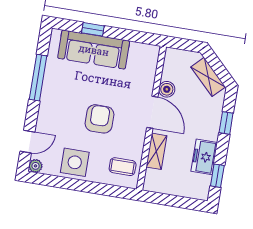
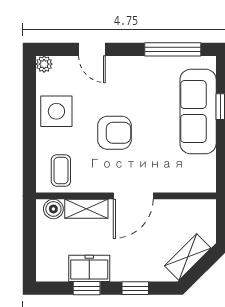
window: (38, 78) -> (173, 49), moved
boiler: (167, 89) -> (53, 209), moved
door: (27, 142) -> (92, 49), moved
window: (217, 176) -> (87, 288), moved

